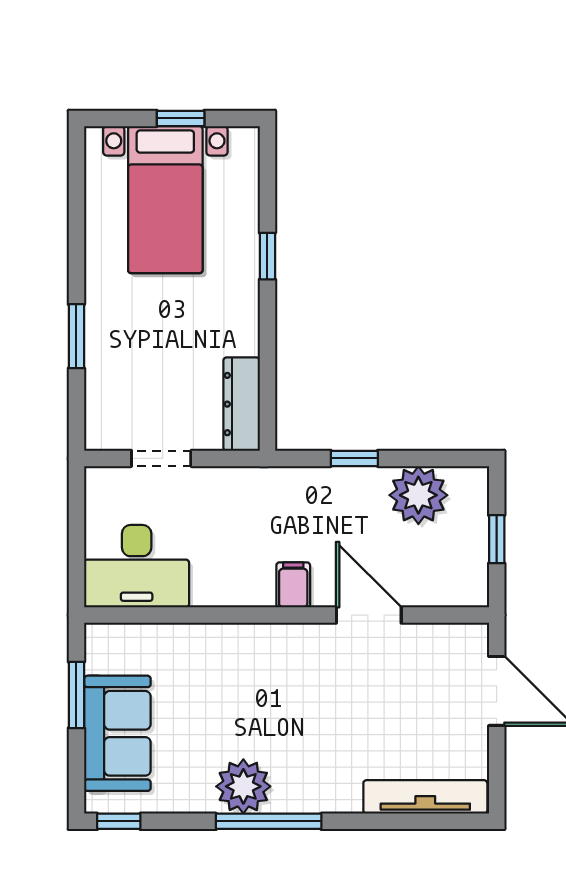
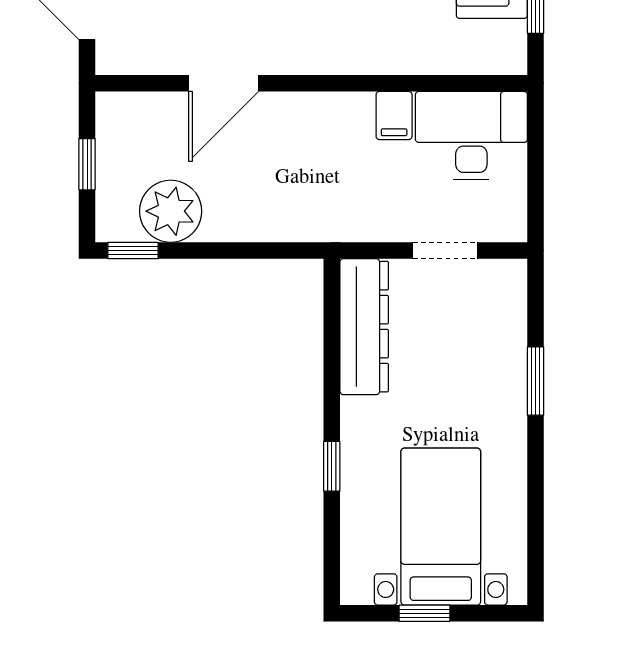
dresser: (242, 404) -> (364, 327), width x1.37, depth x1.24
window: (354, 458) -> (133, 250), moved
filing cabinet: (293, 585) -> (394, 115), moved
door: (369, 615) -> (224, 83), hinge flipped

